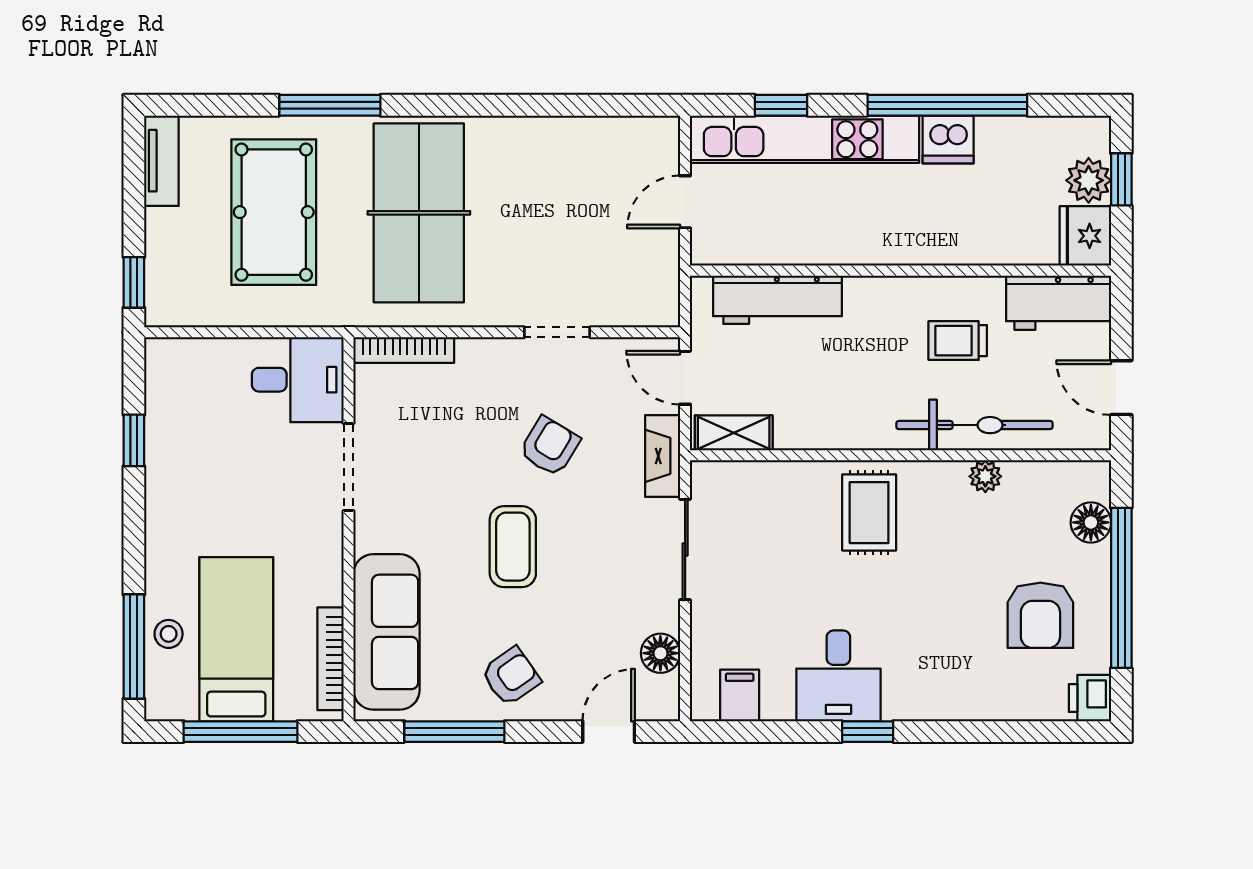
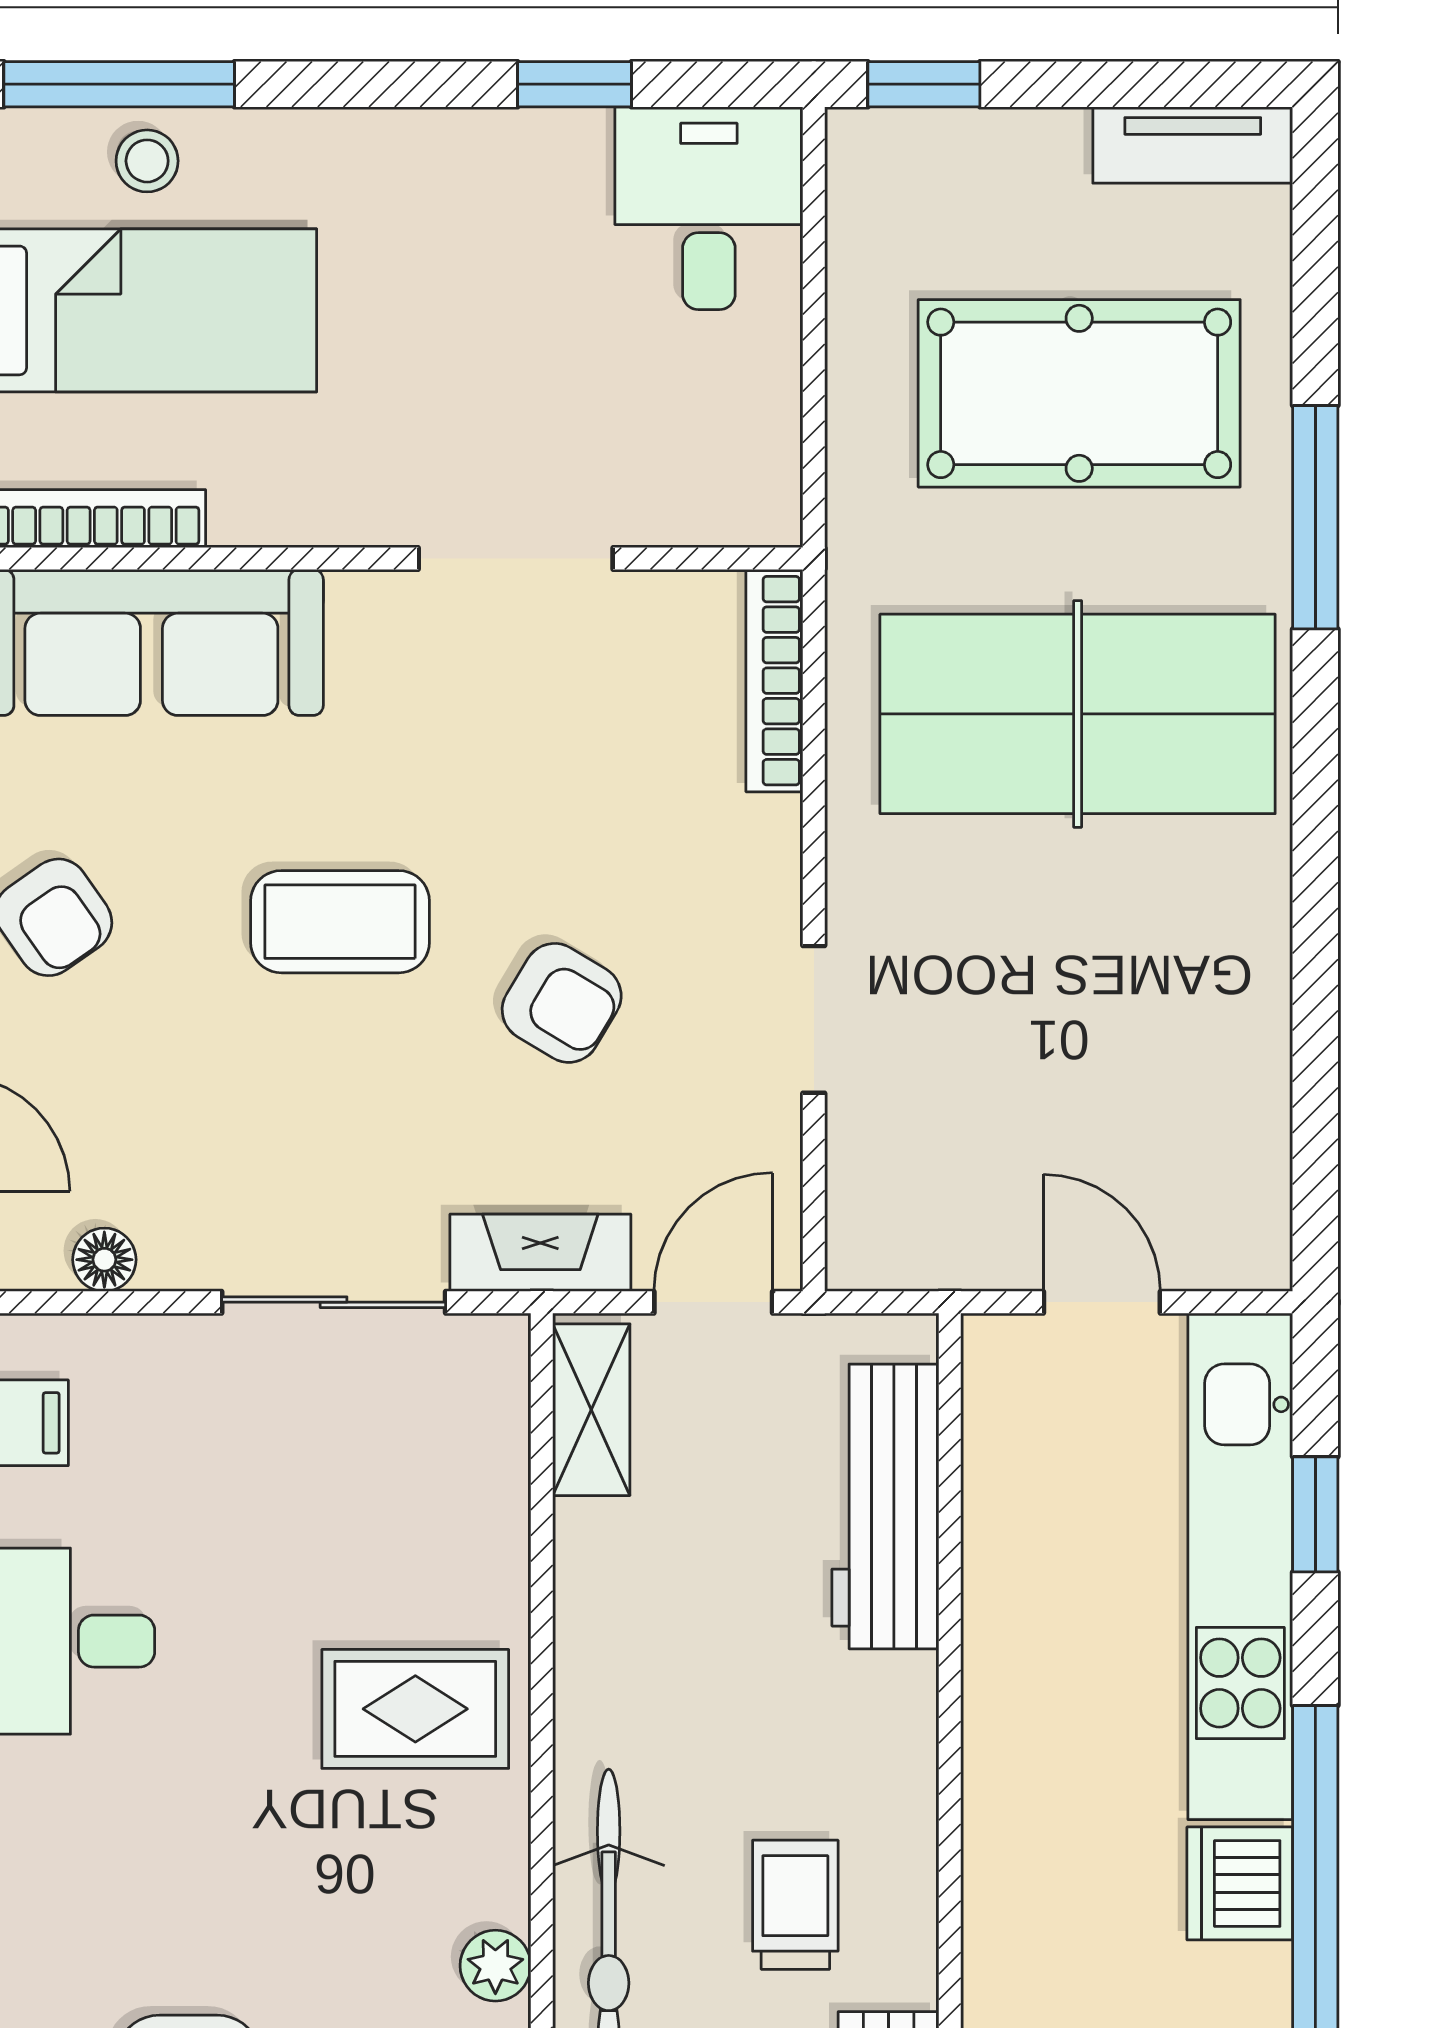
desk: (298, 380) -> (709, 208), moved, turned 180
floor lamp: (660, 653) -> (104, 1260), width x0.73, depth x0.73

